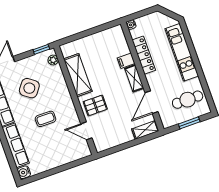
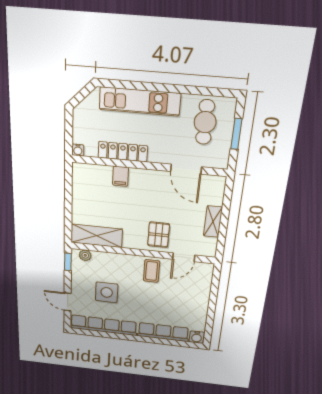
shelving: (78, 75) -> (97, 236), moved
shelving: (134, 78) -> (147, 176), removed
side table: (29, 88) -> (107, 292), turned -37
coffee table: (45, 119) -> (152, 271), moved
shelving: (145, 130) -> (213, 222), moved

